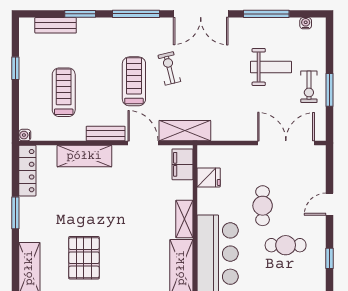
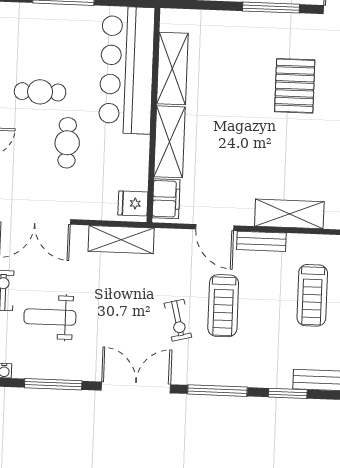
shelving: (185, 131) -> (121, 240), moved
fridge: (209, 177) -> (133, 203), moved
shelving: (184, 219) -> (169, 142), width x1.50, depth x1.33

